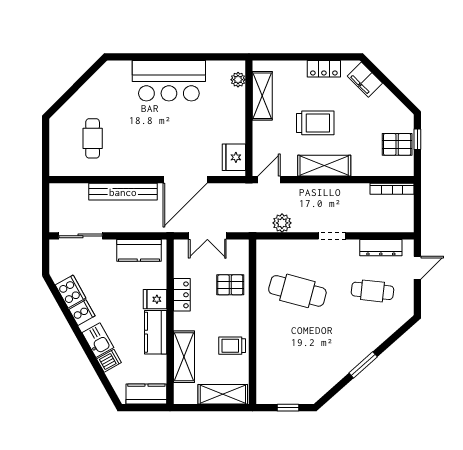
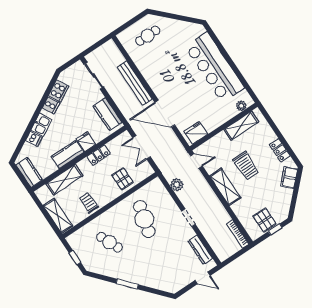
bar counter: (169, 81) -> (215, 67), width x1.36
cafe table: (93, 138) -> (148, 36), moved
cafe table: (372, 291) -> (109, 242), moved, turned -30

